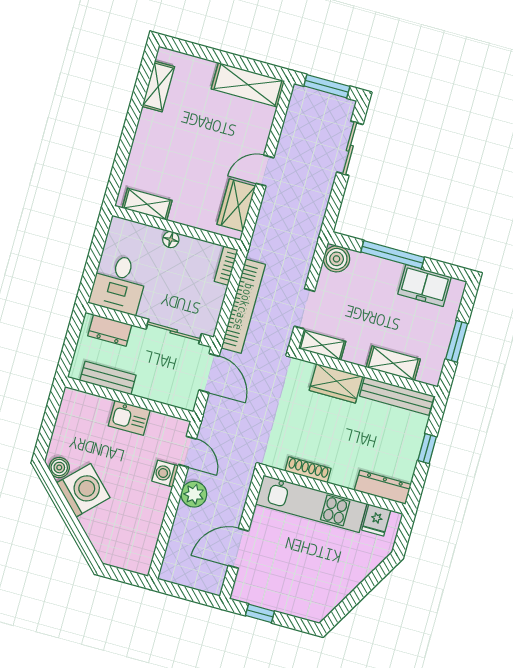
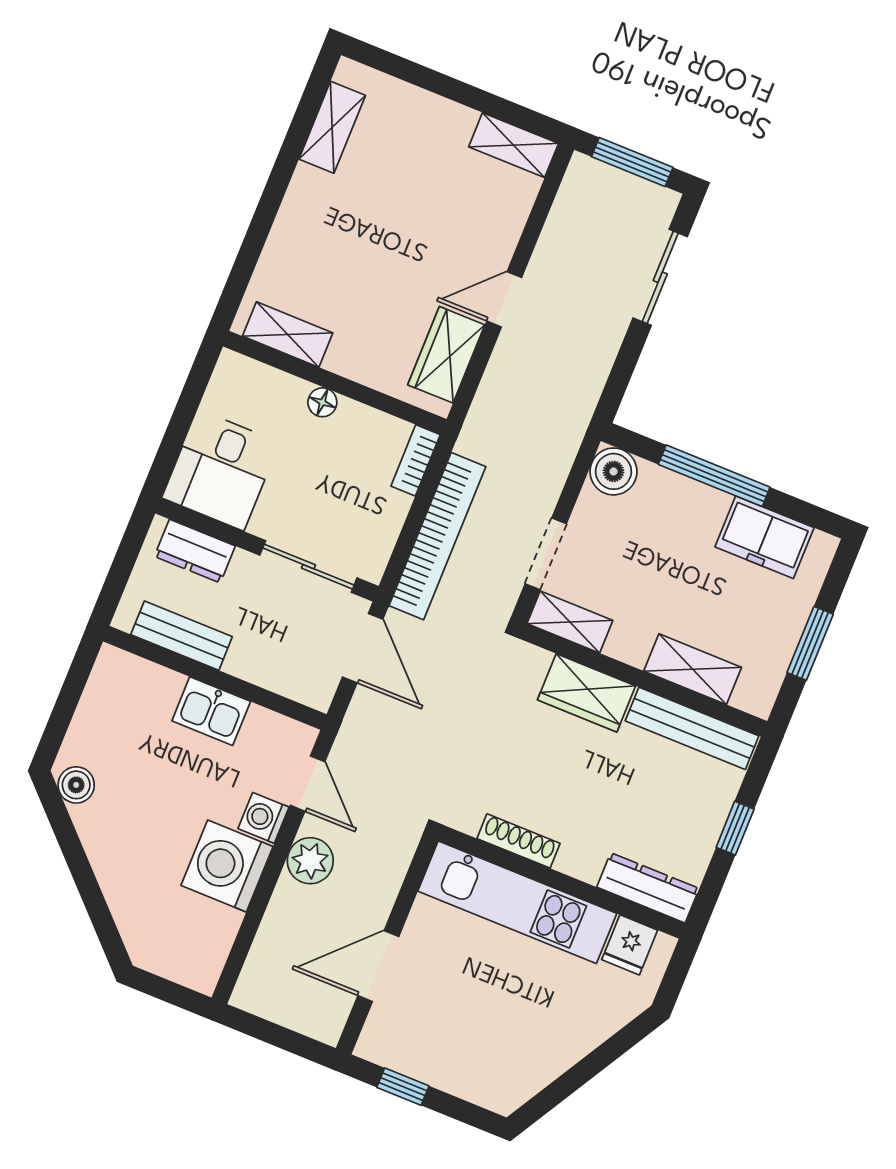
shelving: (248, 85) -> (514, 145), width x0.67, depth x0.75
washing machine: (83, 490) -> (227, 866), moved, turned -135

